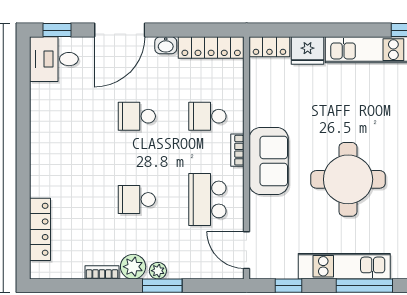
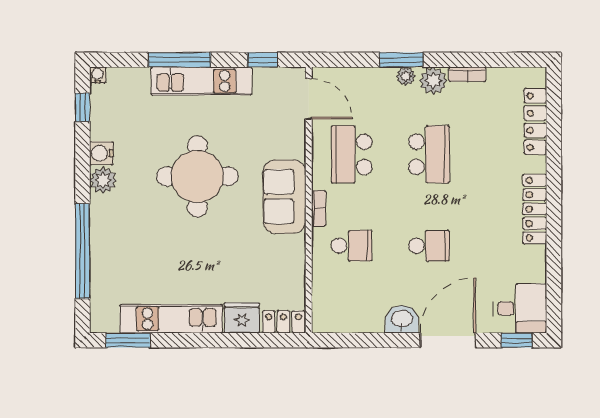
washbasin: (166, 45) -> (402, 319), width x1.38, depth x1.45
locker: (211, 47) -> (535, 209), moved, turned -90
school desk: (137, 199) -> (429, 154), width x1.85
school desk: (207, 199) -> (352, 154), turned 180

